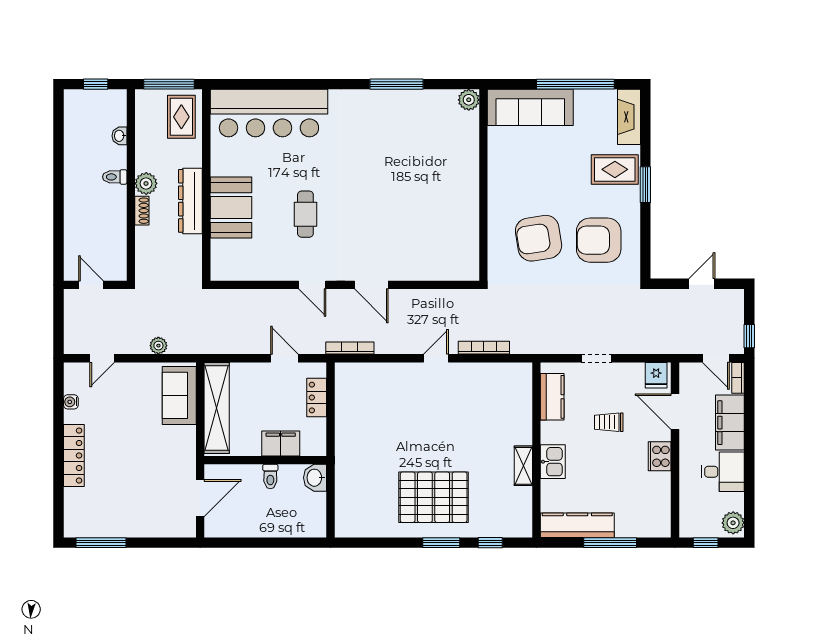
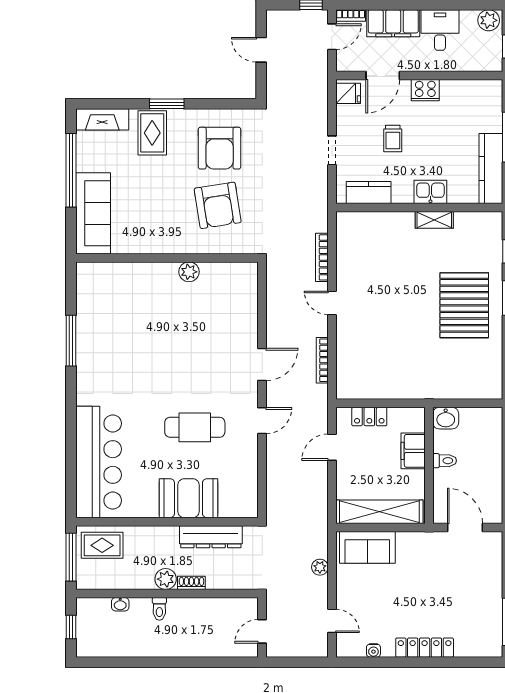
plant: (469, 100) -> (189, 272), moved
dresser: (190, 201) -> (211, 537), moved
cafe table: (305, 214) -> (195, 427), width x1.37, depth x1.35
bookcase: (350, 348) -> (322, 360), moved

